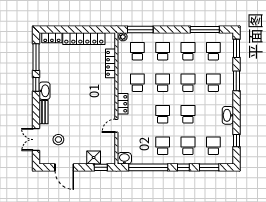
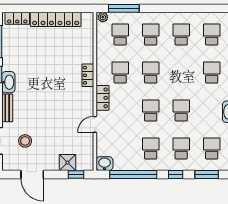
window: (205, 30) -> (201, 8), removed
locker: (110, 63) -> (88, 75), moved, width x0.66
school desk: (188, 83) -> (181, 73), removed

